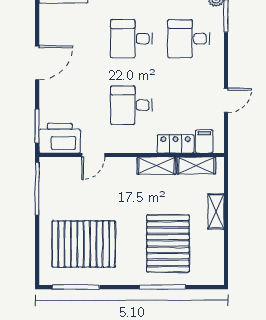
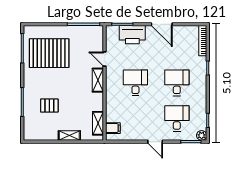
door: (226, 100) -> (155, 142), moved
printer: (60, 138) -> (132, 35), moved, turned 90
locker: (176, 144) -> (111, 110), removed
shelving: (156, 166) -> (98, 80), moved
pallet: (84, 244) -> (49, 53), turned 90
pallet: (168, 244) -> (49, 106), width x0.49, depth x0.50

